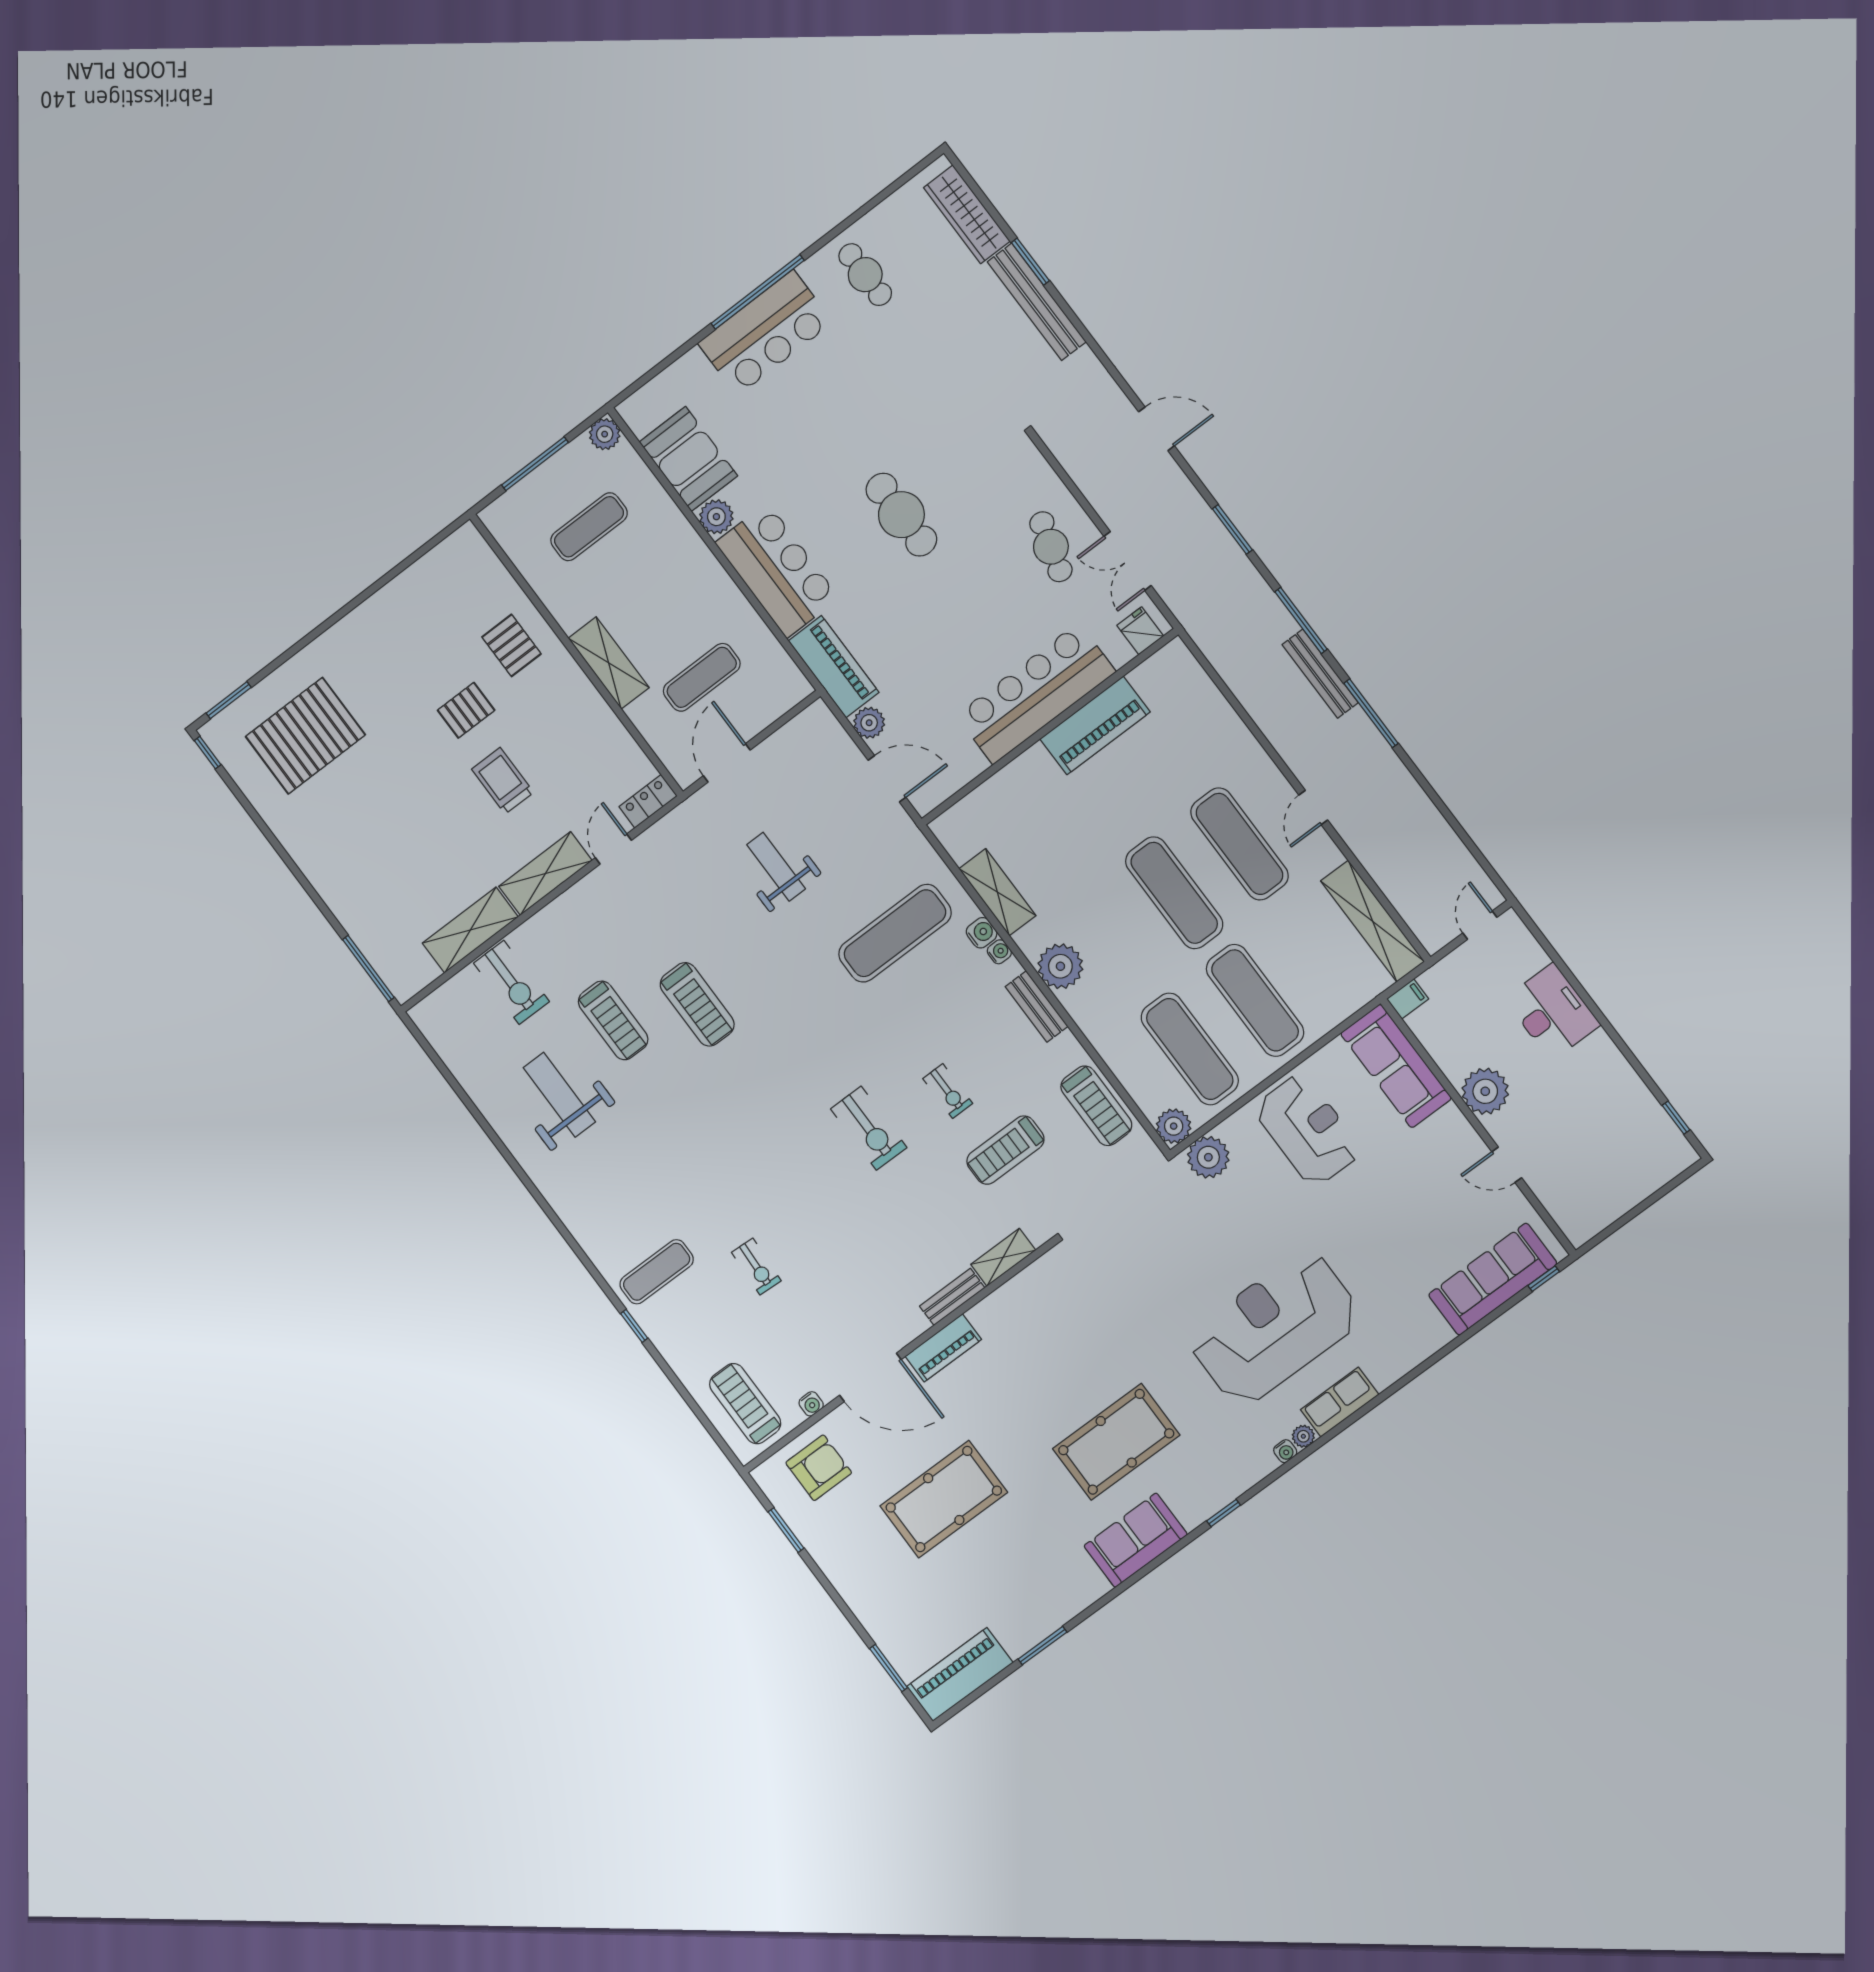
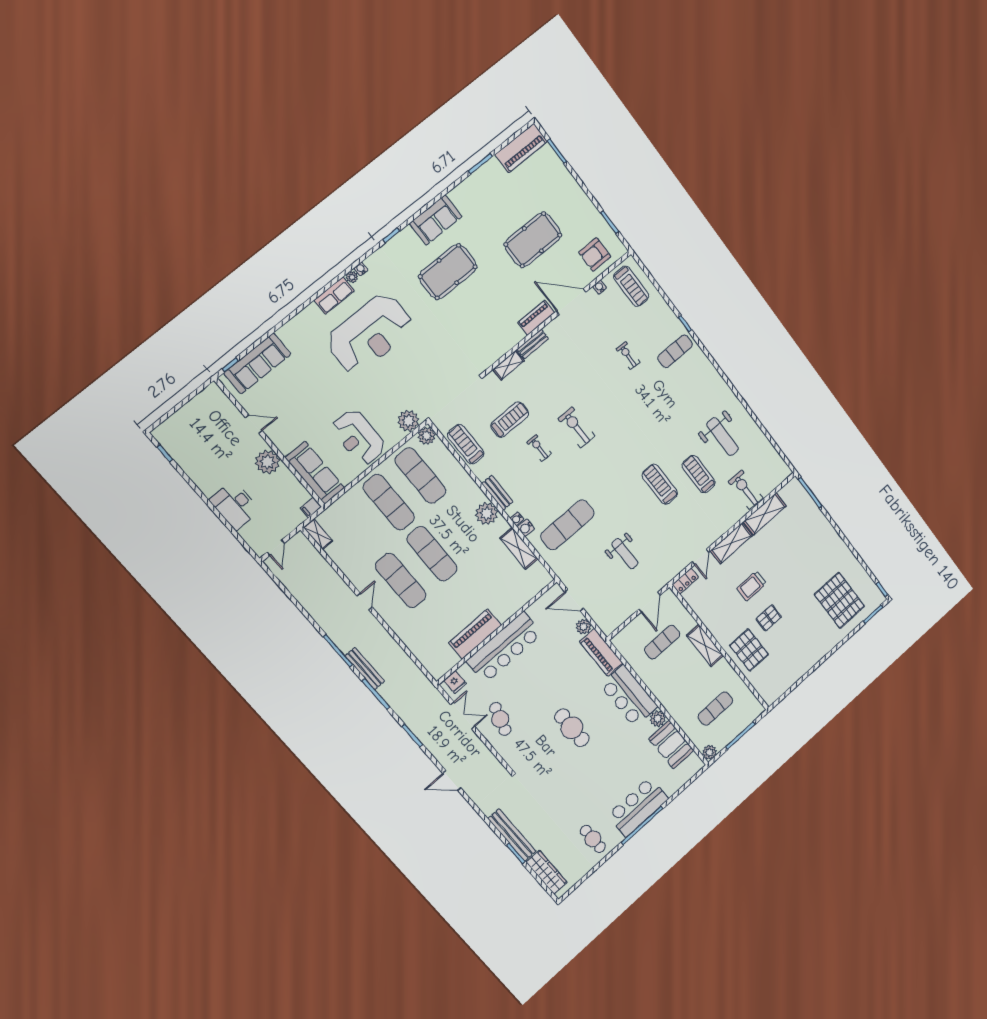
pallet: (511, 645) -> (749, 650), width x1.50, depth x1.42
pallet: (305, 736) -> (839, 600), turned 90
trolley: (503, 781) -> (752, 586), turned 90
shelving: (1373, 921) -> (318, 534), width x0.45, depth x0.75

